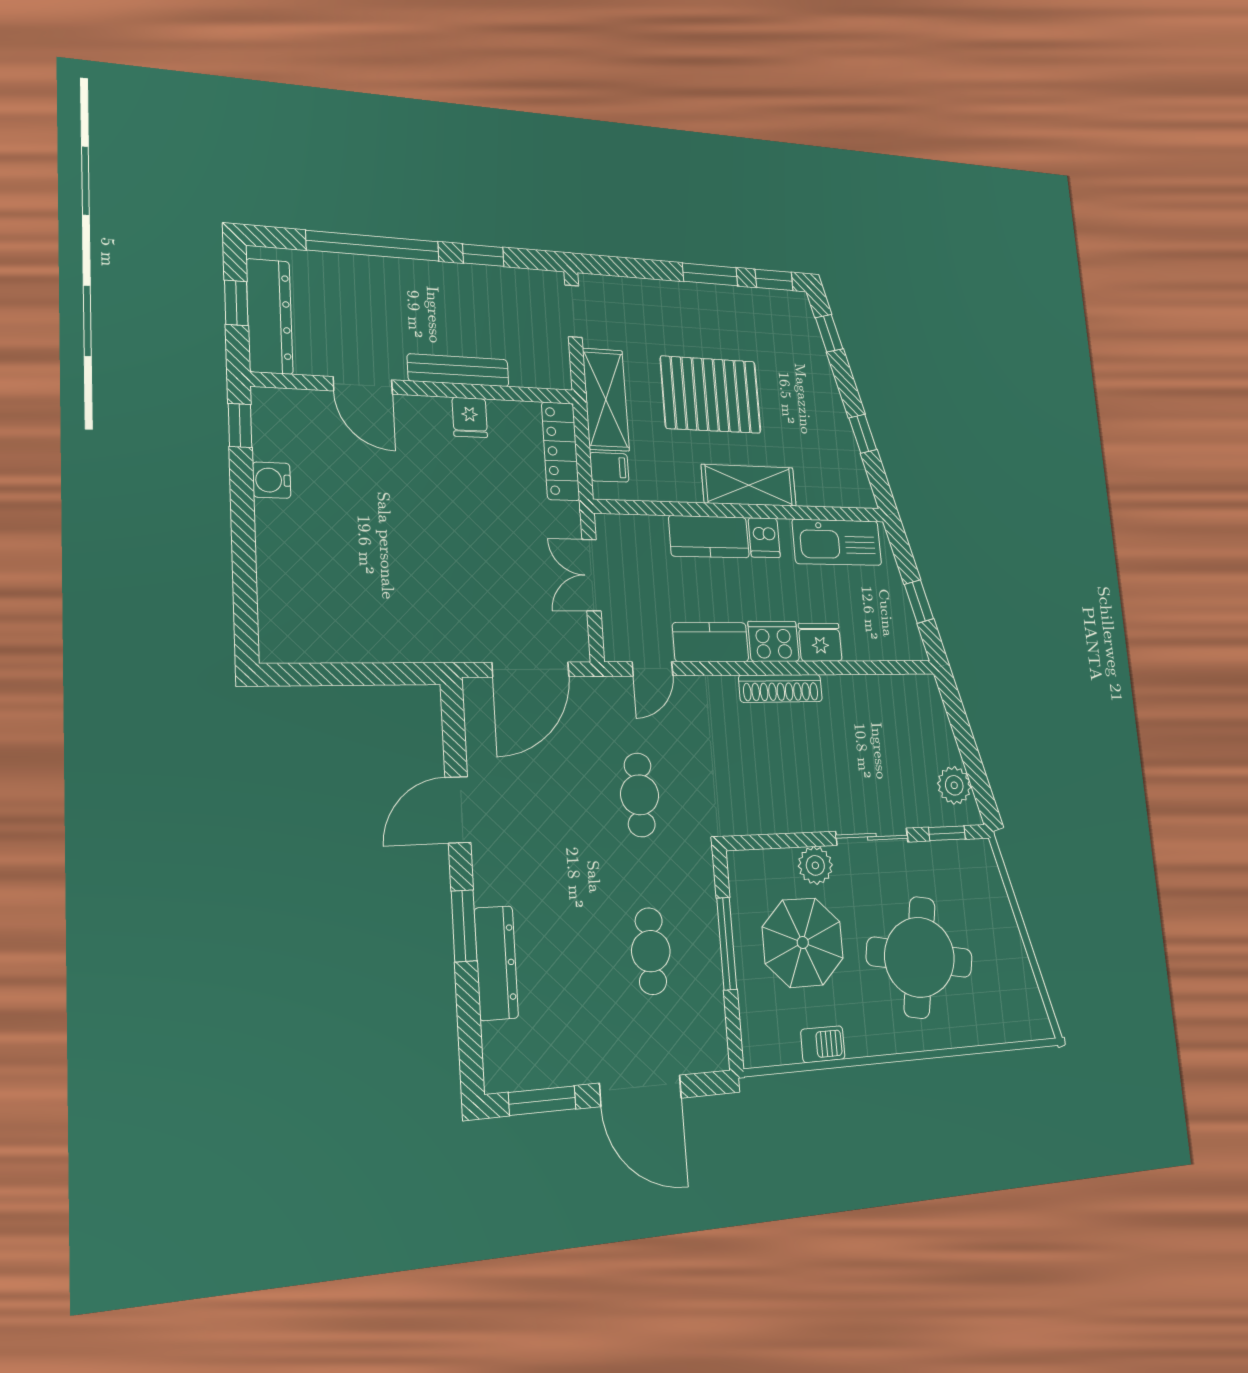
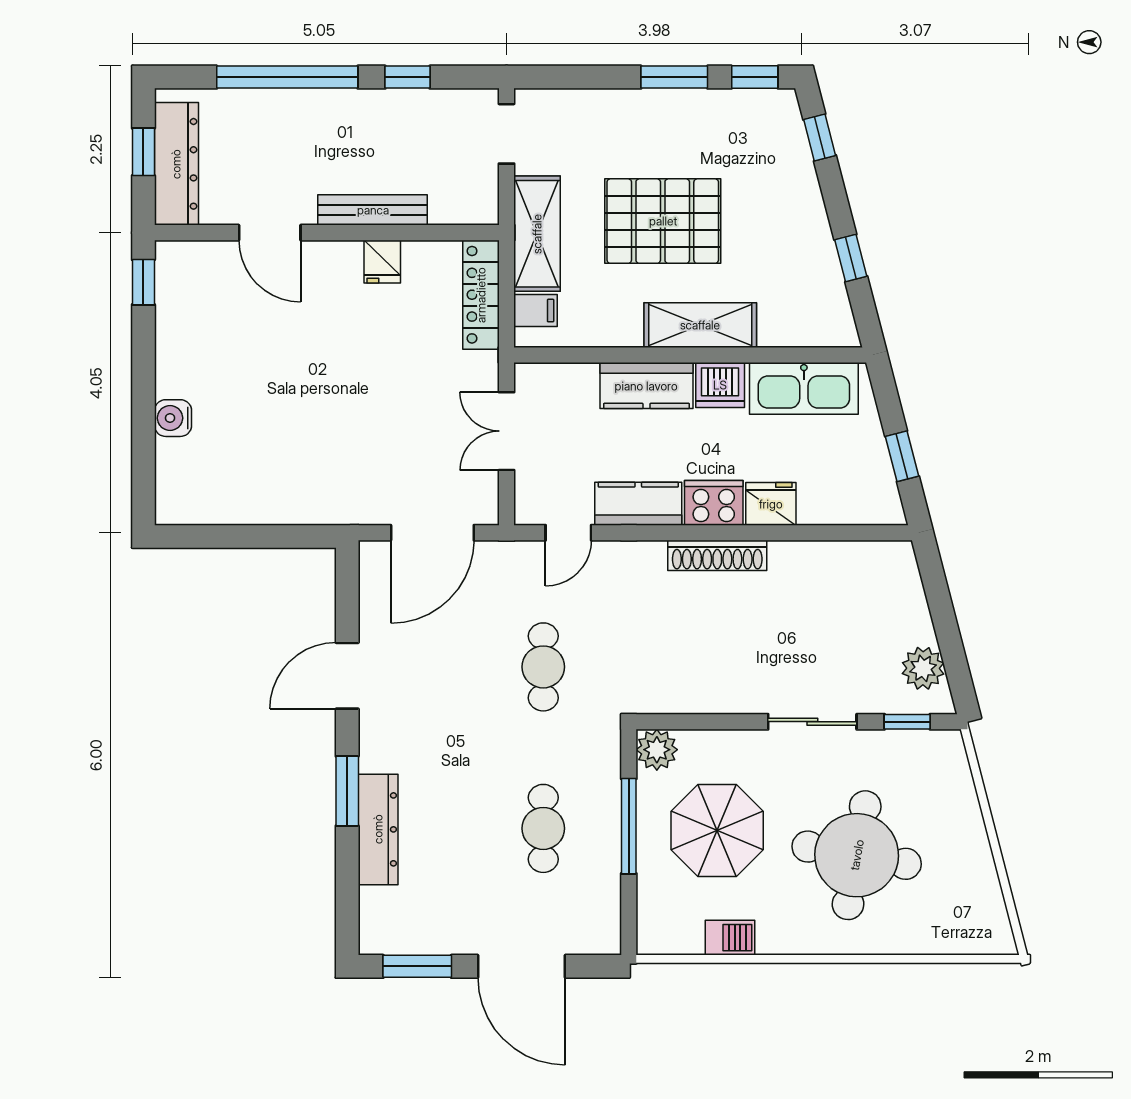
water cooler: (272, 480) -> (173, 418), moved
dishwasher: (764, 538) -> (720, 385), width x1.38
plant: (815, 865) -> (657, 750), moved

